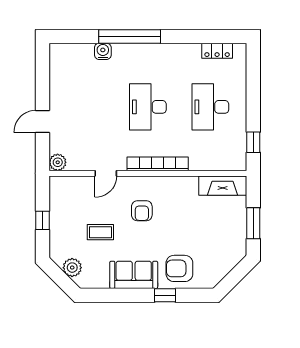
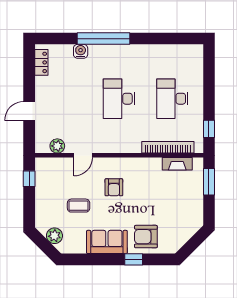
locker: (217, 51) -> (41, 62), moved, turned -90
plant: (58, 162) -> (57, 146), moved
bookcase: (158, 164) -> (168, 147), moved
fireplace: (223, 186) -> (177, 164), width x0.73, depth x0.76
window: (43, 220) -> (29, 179), moved
window: (253, 223) -> (209, 182), moved

